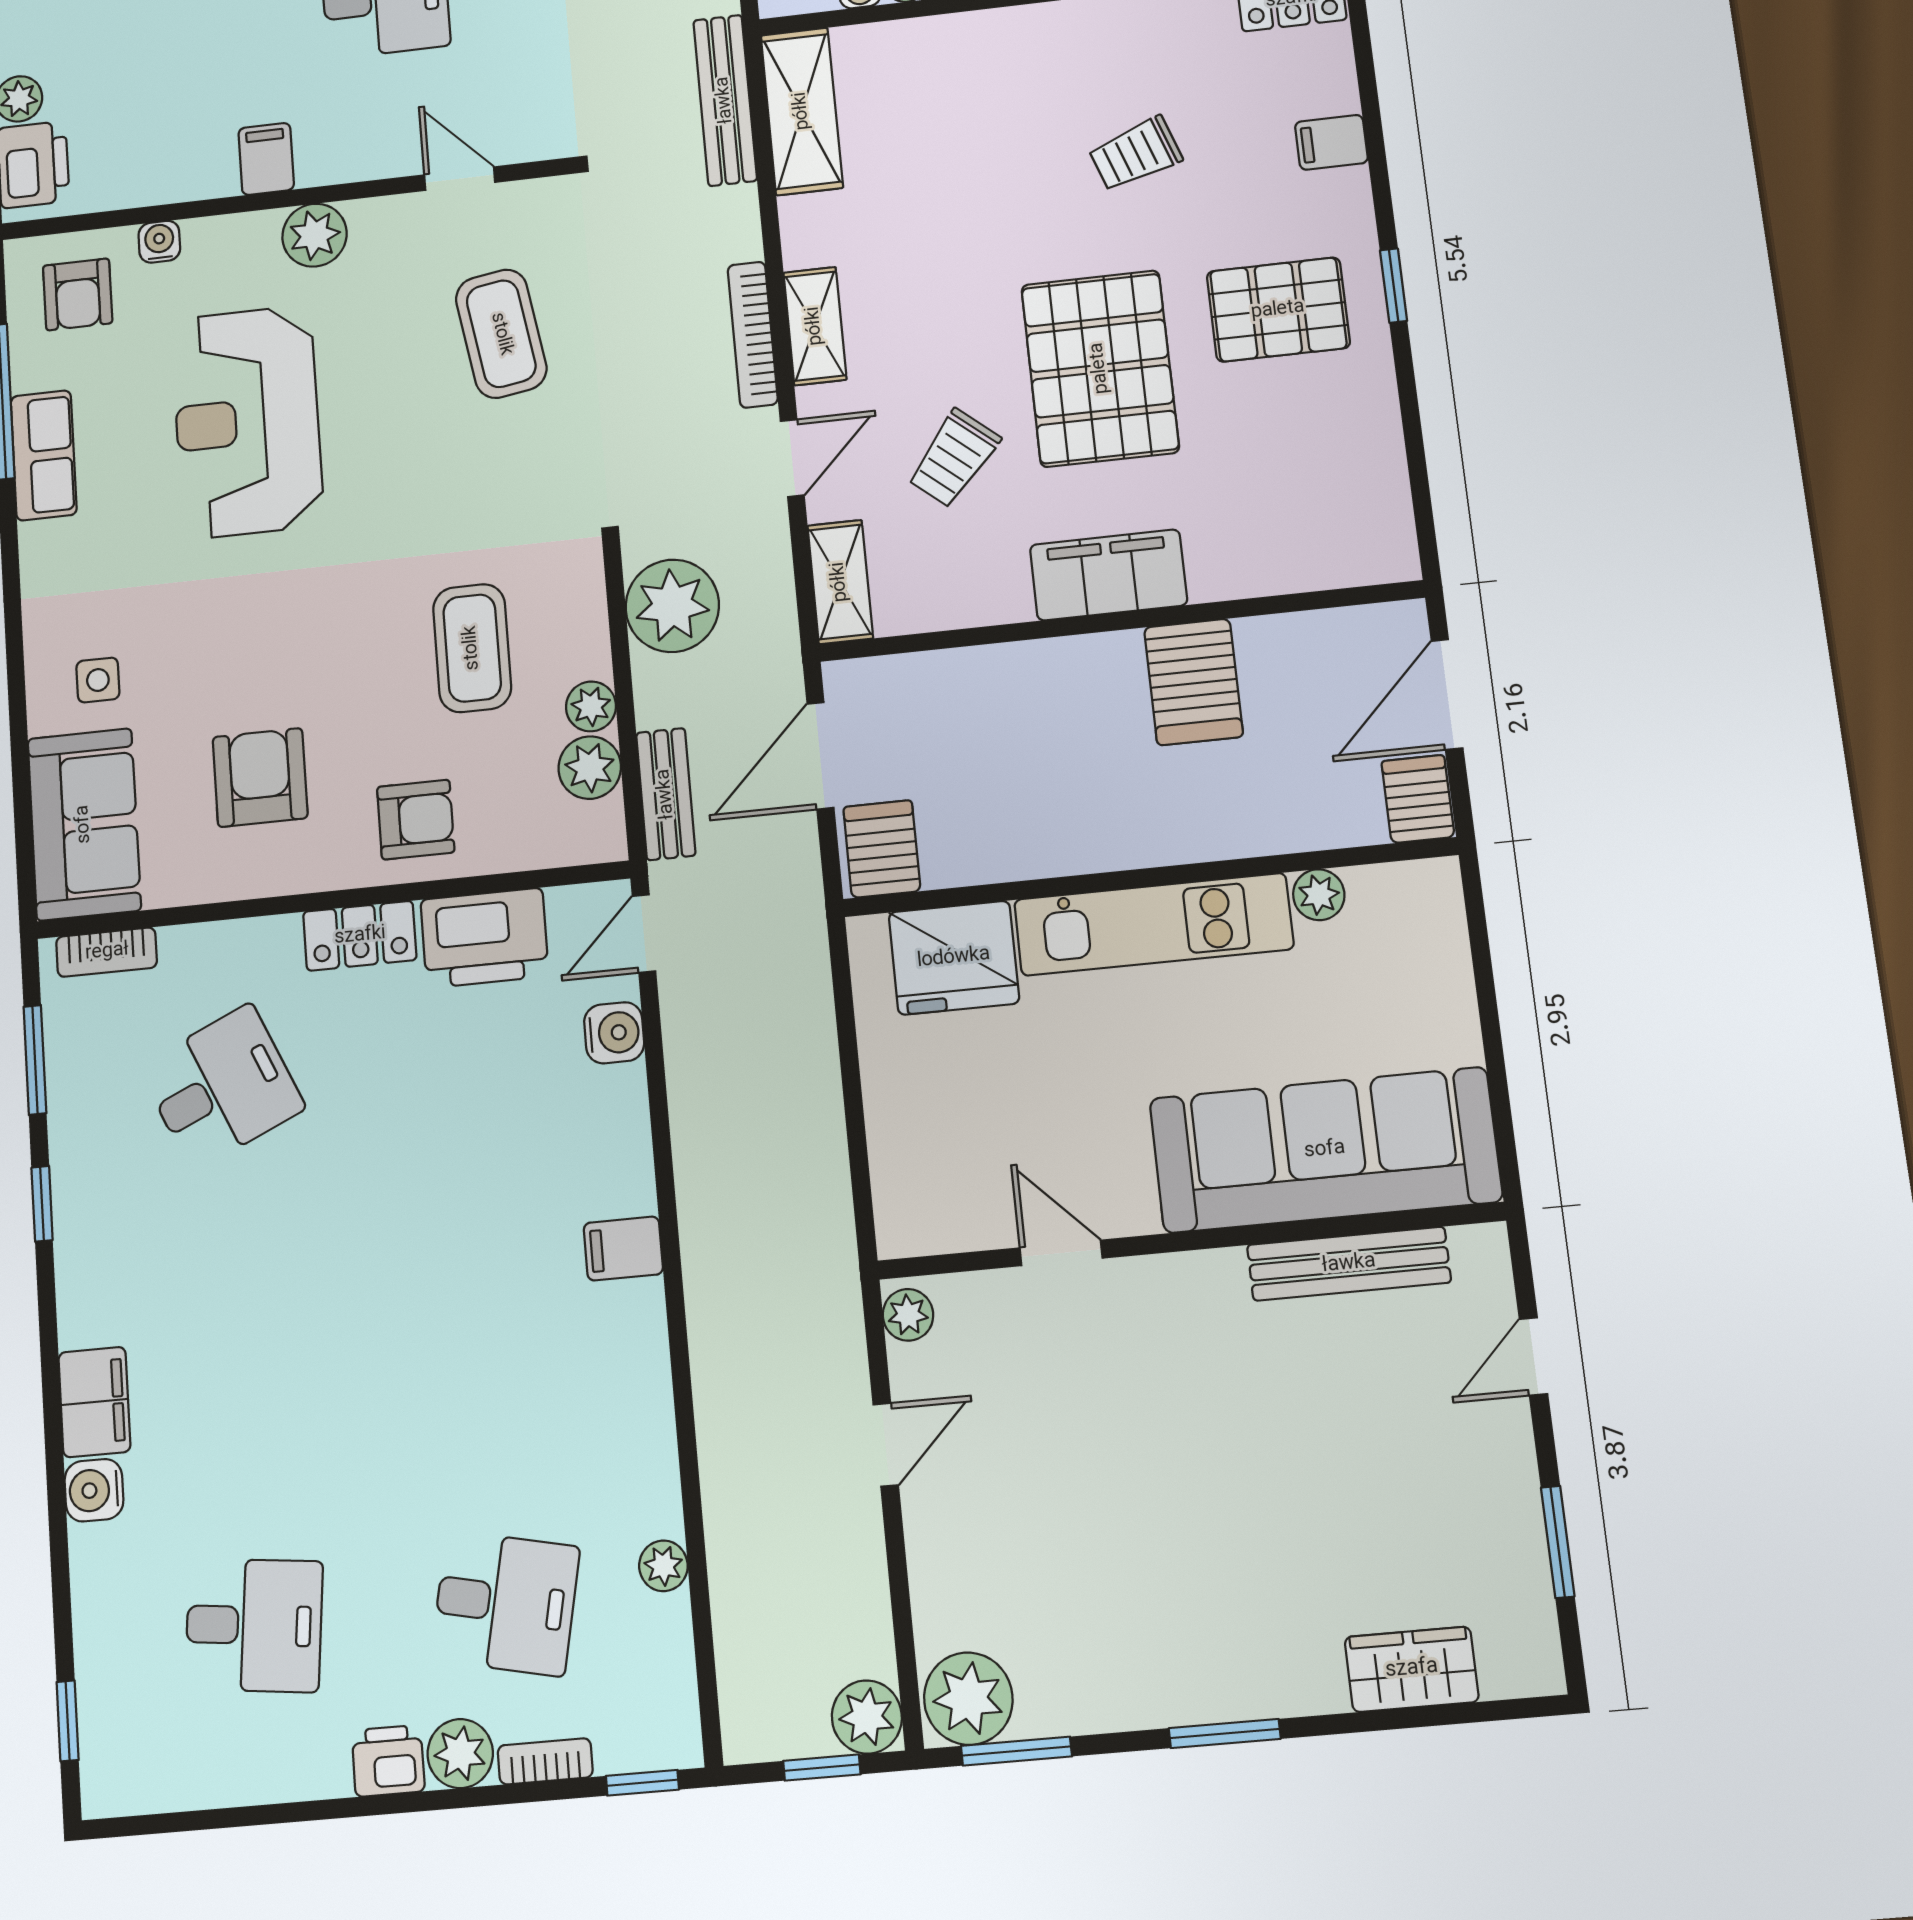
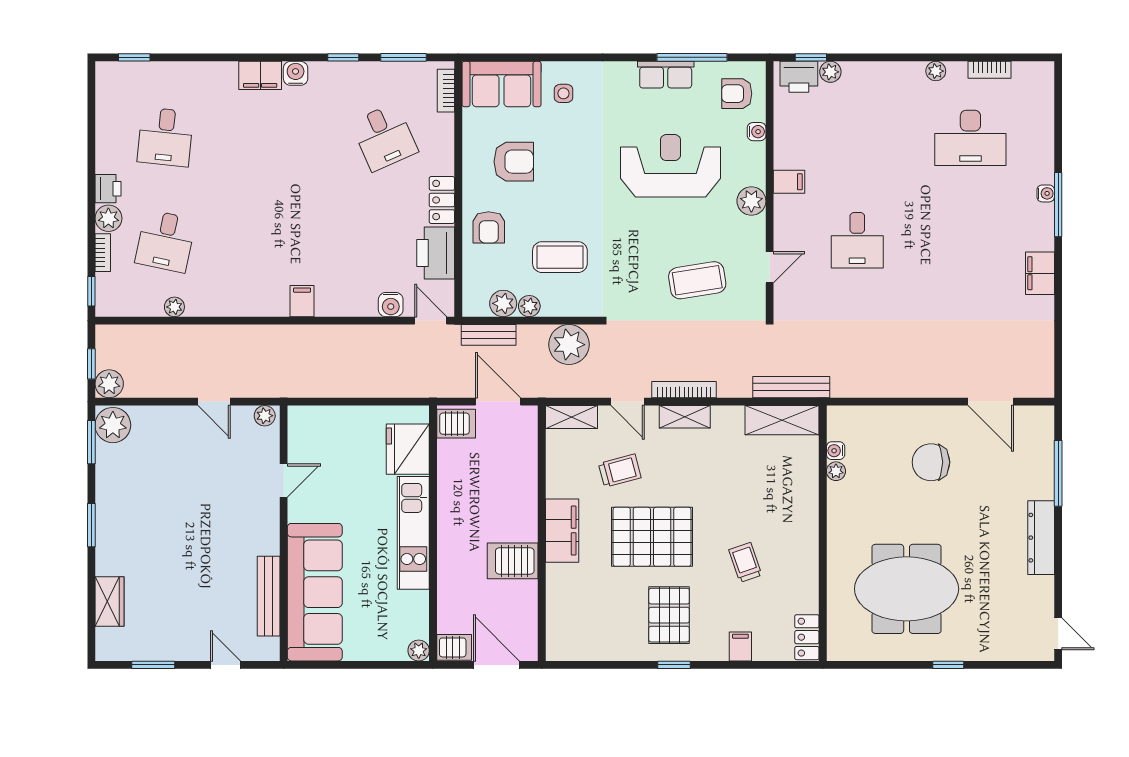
trolley: (954, 458) -> (620, 471), turned 125
plant: (1319, 895) -> (419, 650), moved
water cooler: (94, 1490) -> (296, 73), moved

